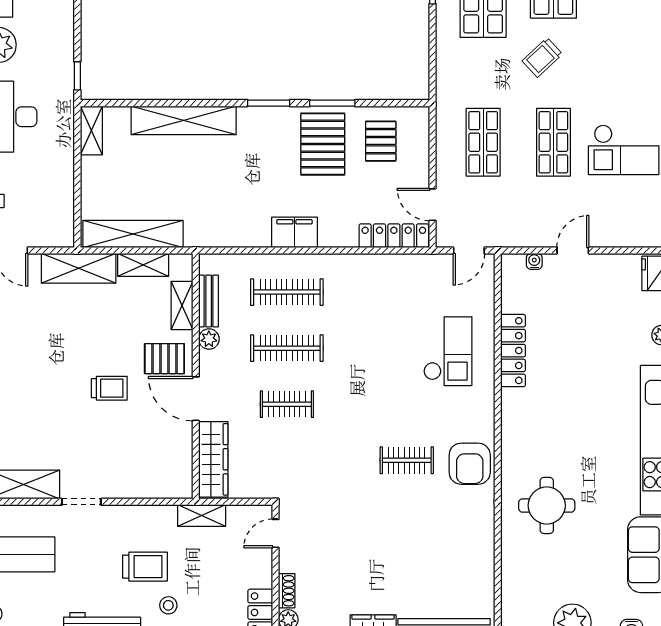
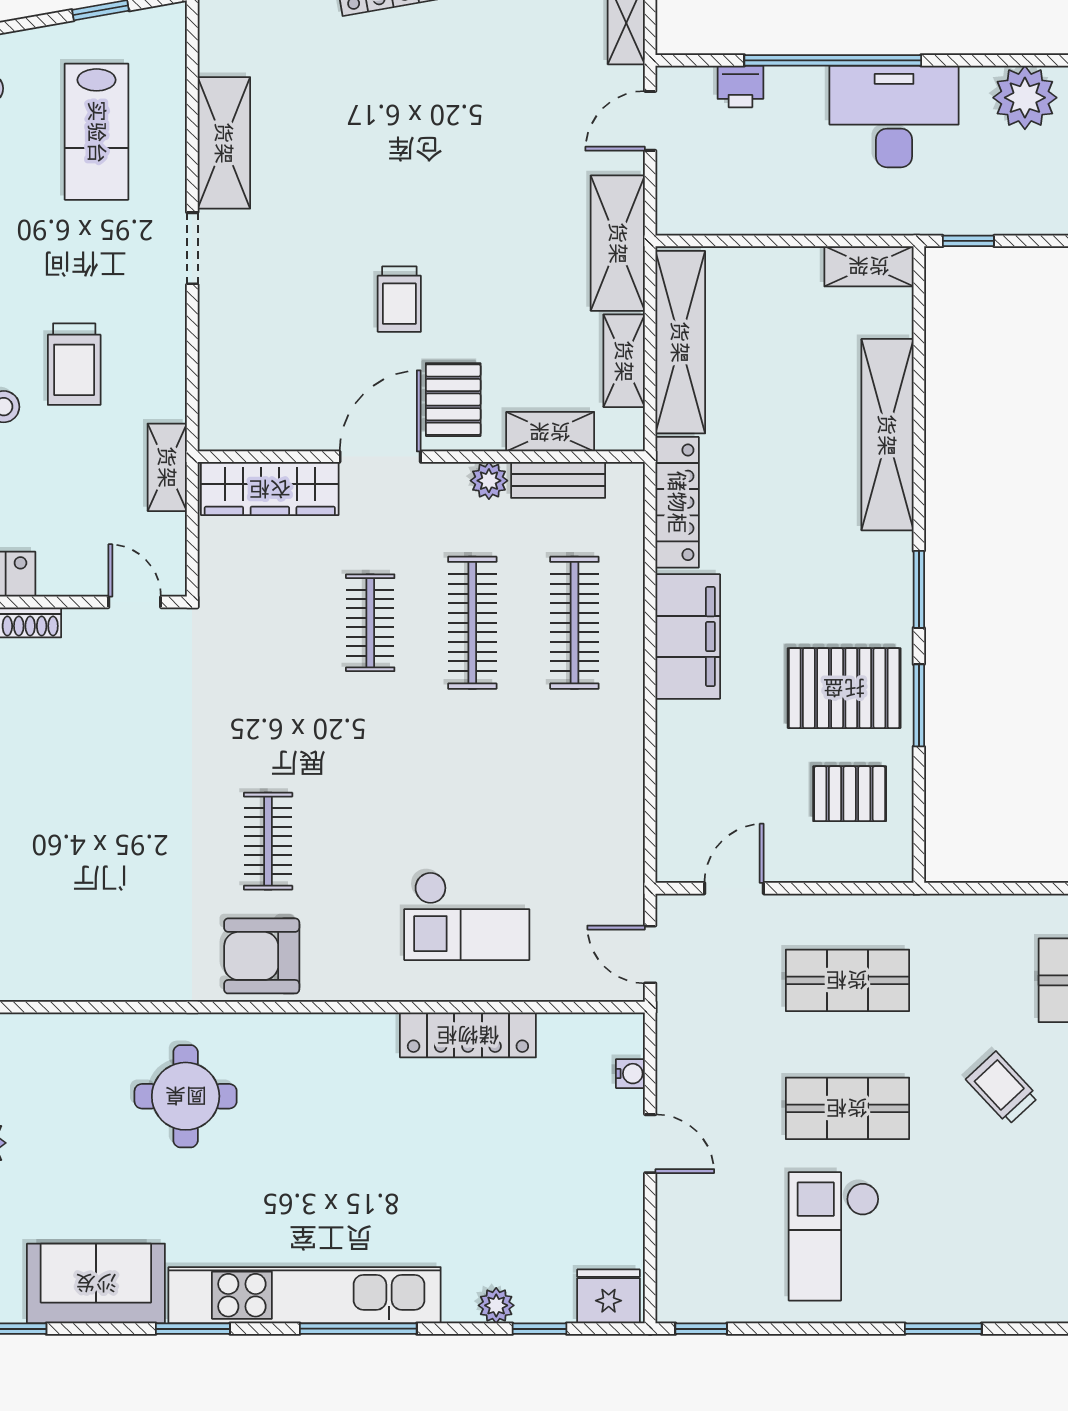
filing cabinet: (294, 232) -> (688, 637), width x1.50, depth x1.17
locker: (394, 236) -> (677, 502), moved

